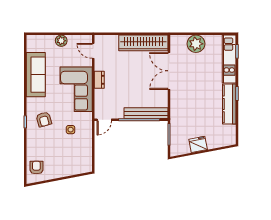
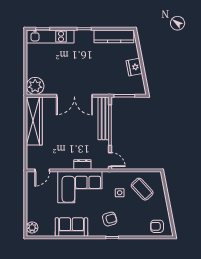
plant: (61, 41) -> (32, 227), moved
plant: (196, 44) -> (35, 86), moved
double door: (169, 71) -> (74, 96), moved
sofa: (36, 75) -> (71, 227), width x0.73
dresser: (99, 80) -> (82, 164), moved
kitchen counter: (229, 104) -> (114, 36), moved
coffee table: (74, 152) -> (142, 189), added

